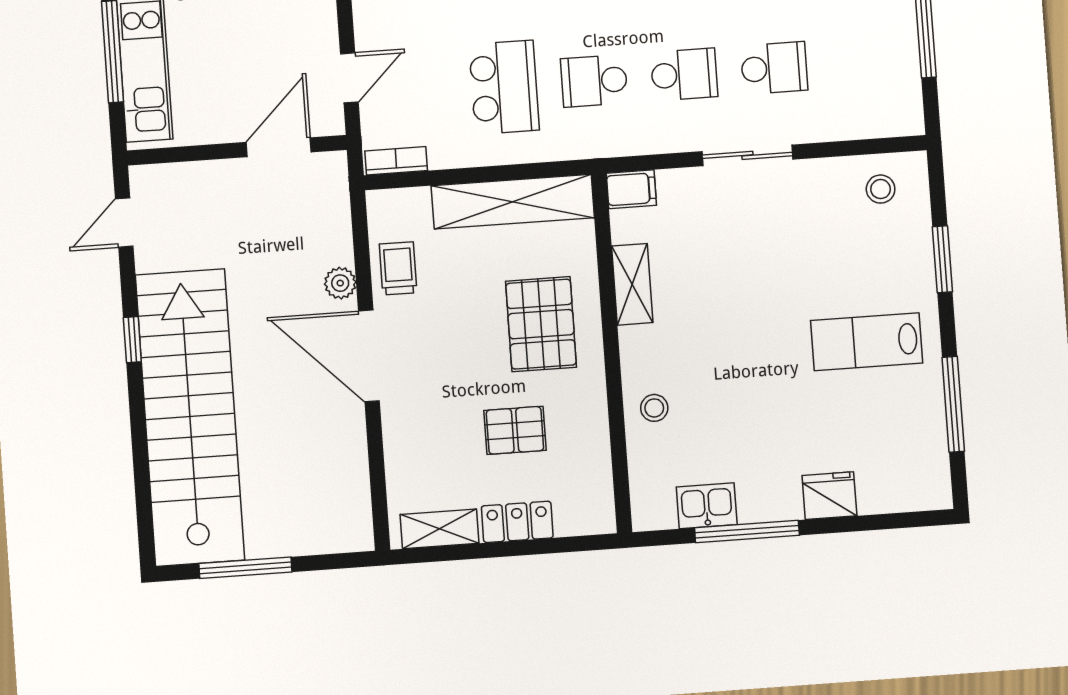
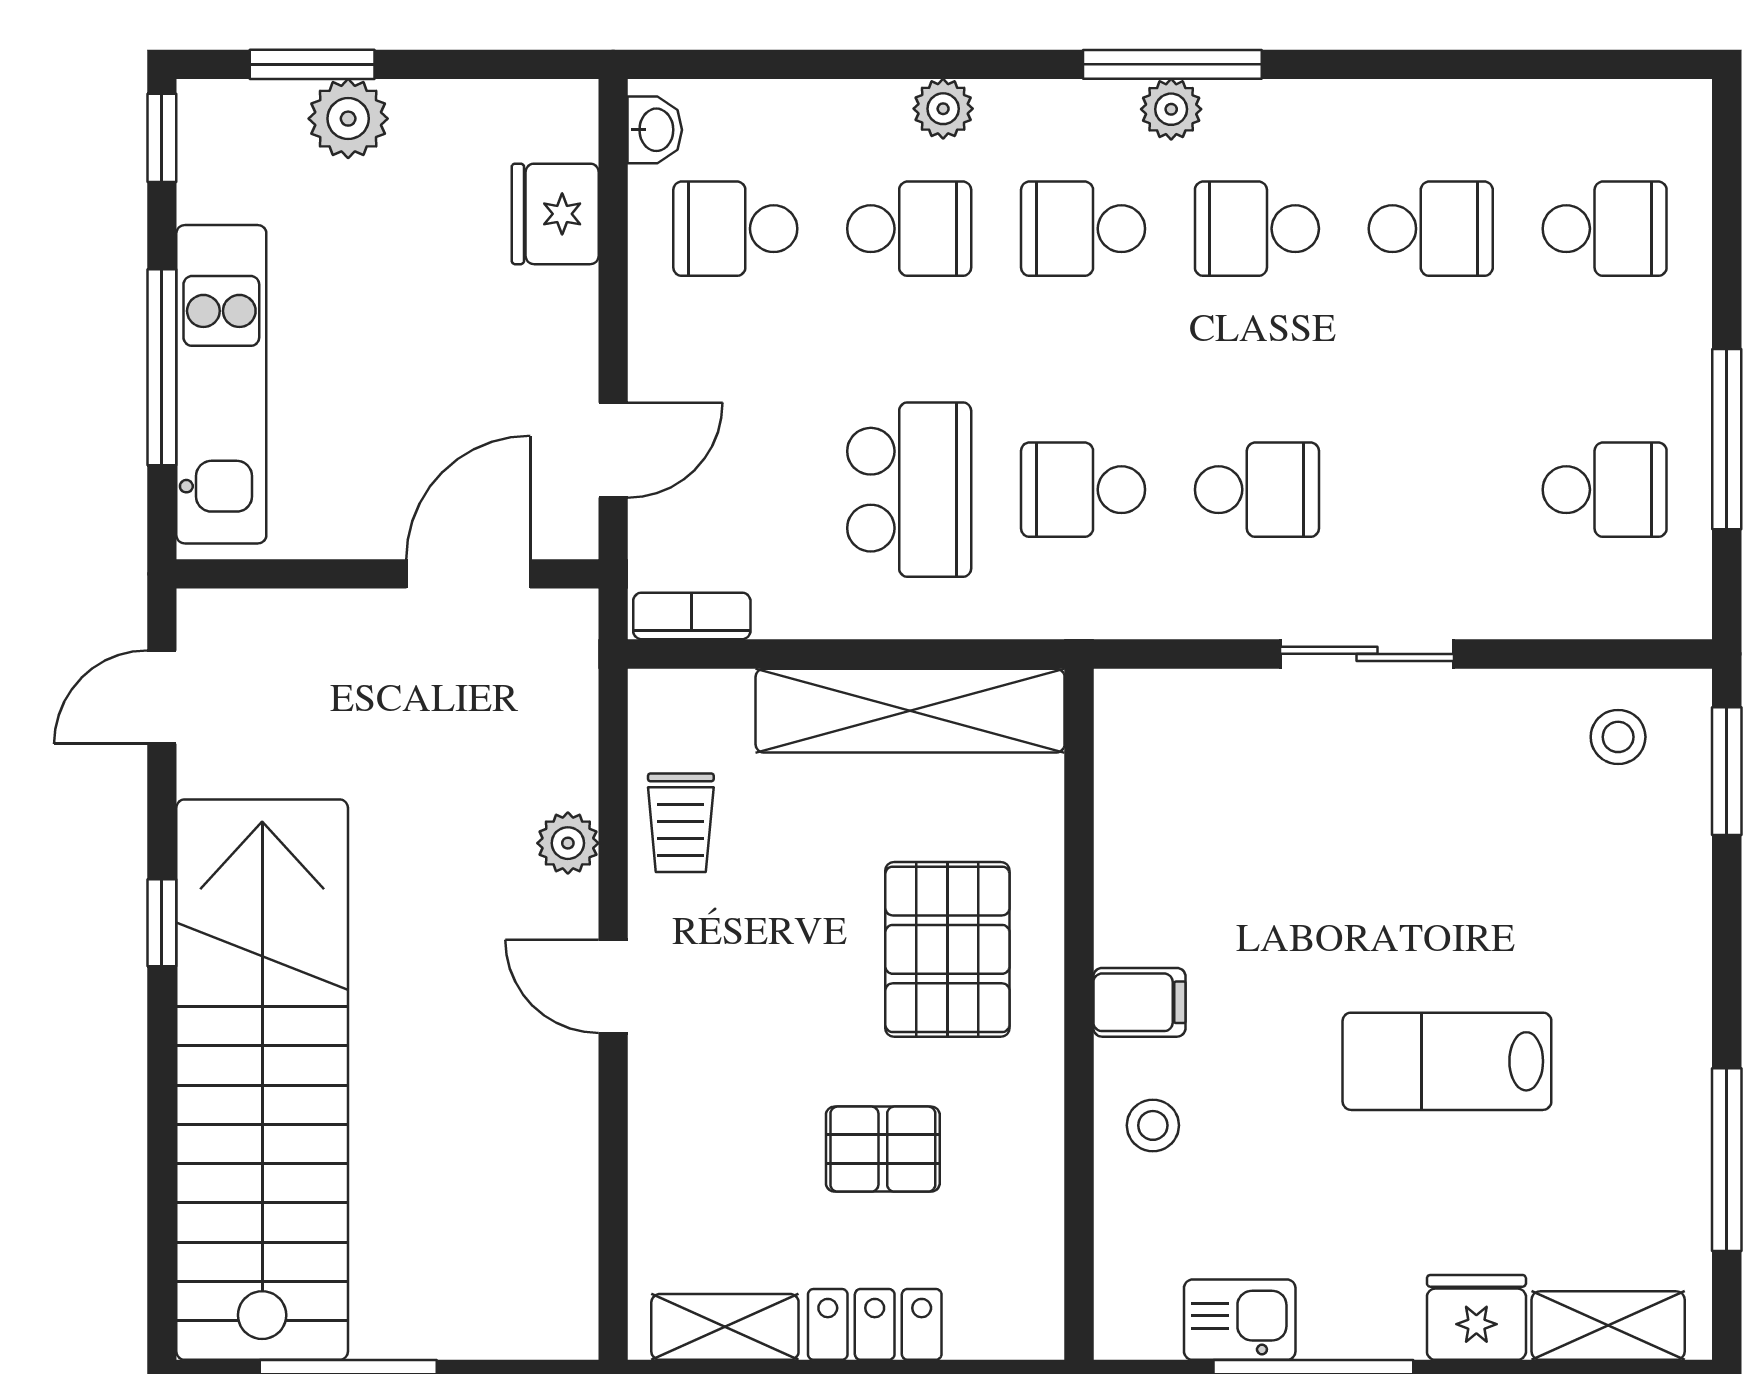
school desk: (774, 68) -> (1605, 490), moved
filing cabinet: (631, 189) -> (1139, 1002), moved
window: (942, 259) -> (1727, 771), moved
trolley: (398, 268) -> (681, 823), turned 180
shelving: (632, 284) -> (1608, 1326), moved, turned 90
lab bench: (867, 342) -> (1447, 1061), moved
door: (369, 356) -> (613, 987), width x0.53

